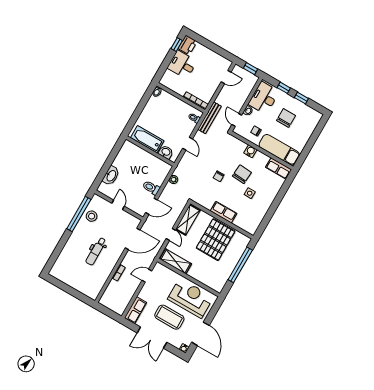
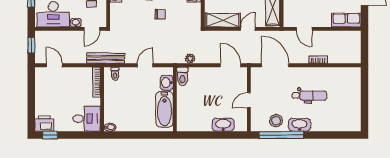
desk: (182, 64) -> (87, 119), moved, turned -90
toilet: (151, 188) -> (182, 77), moved
washbasin: (79, 232) -> (300, 125), added

